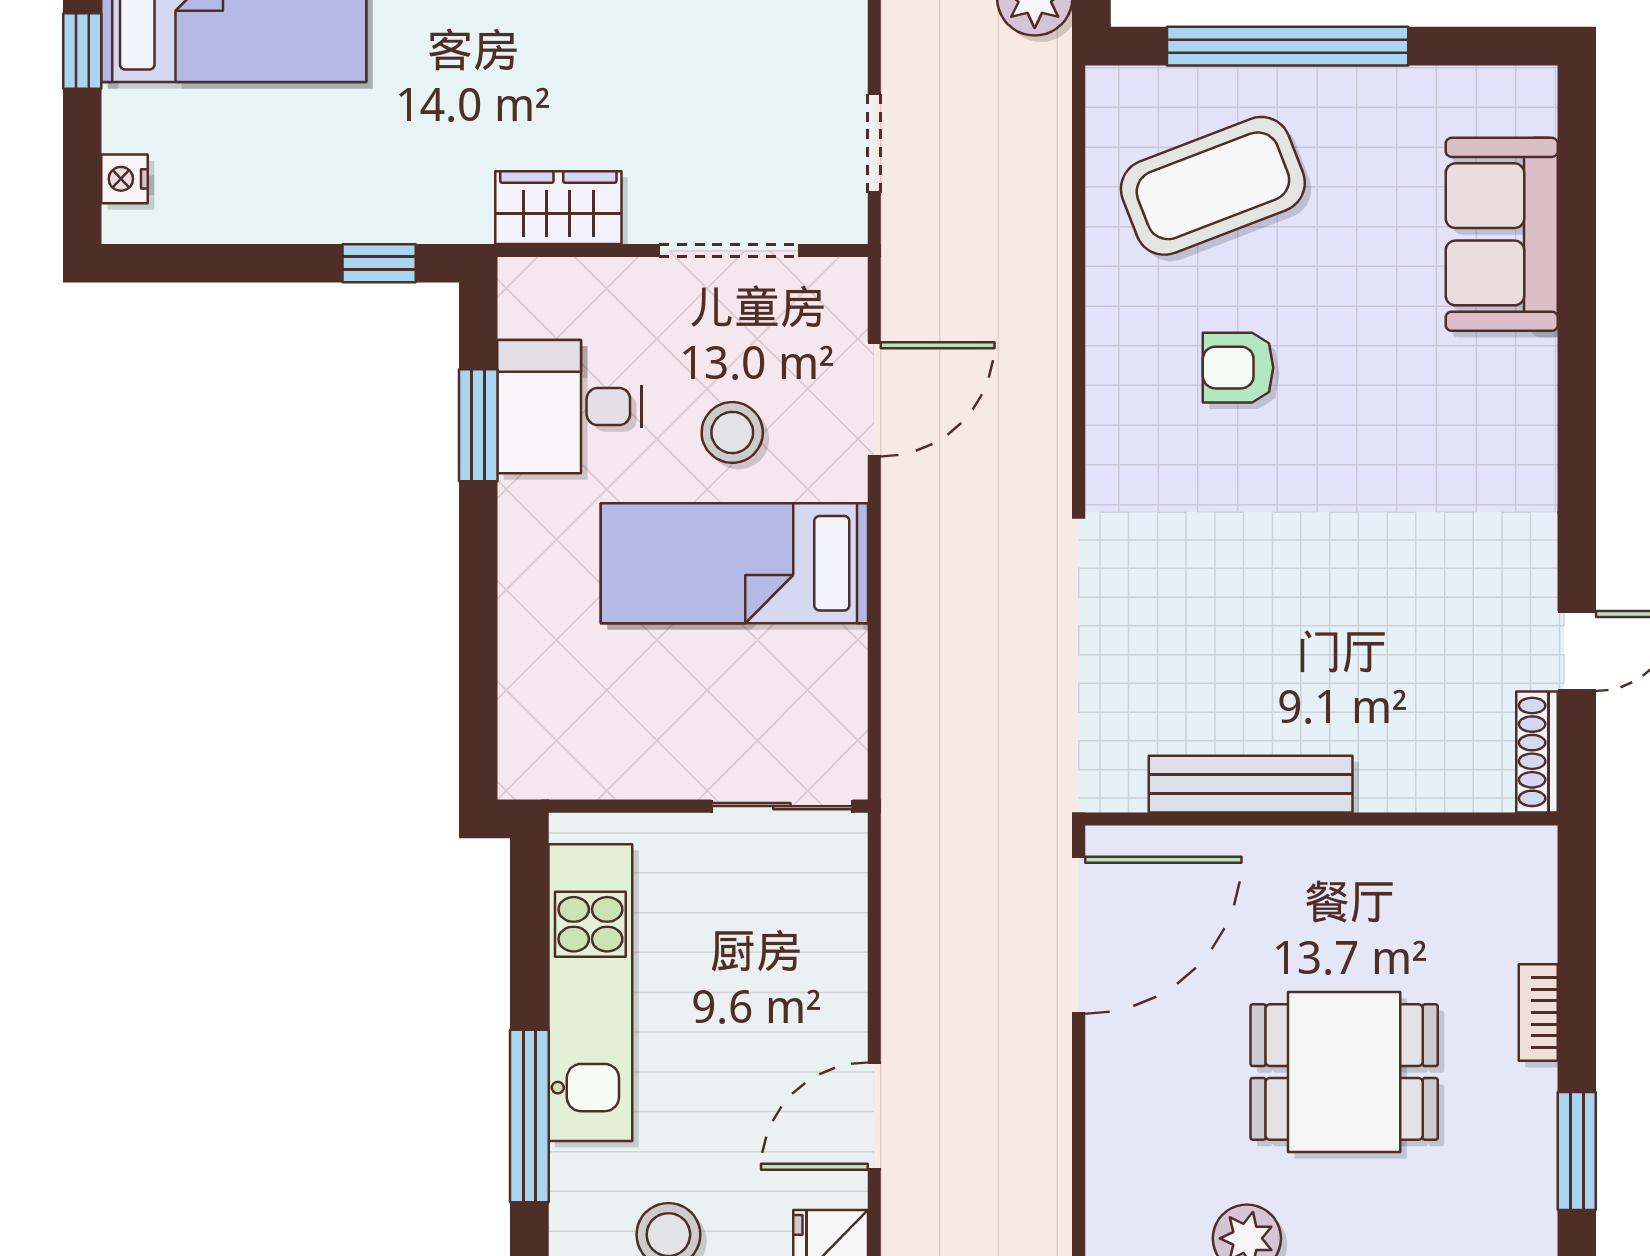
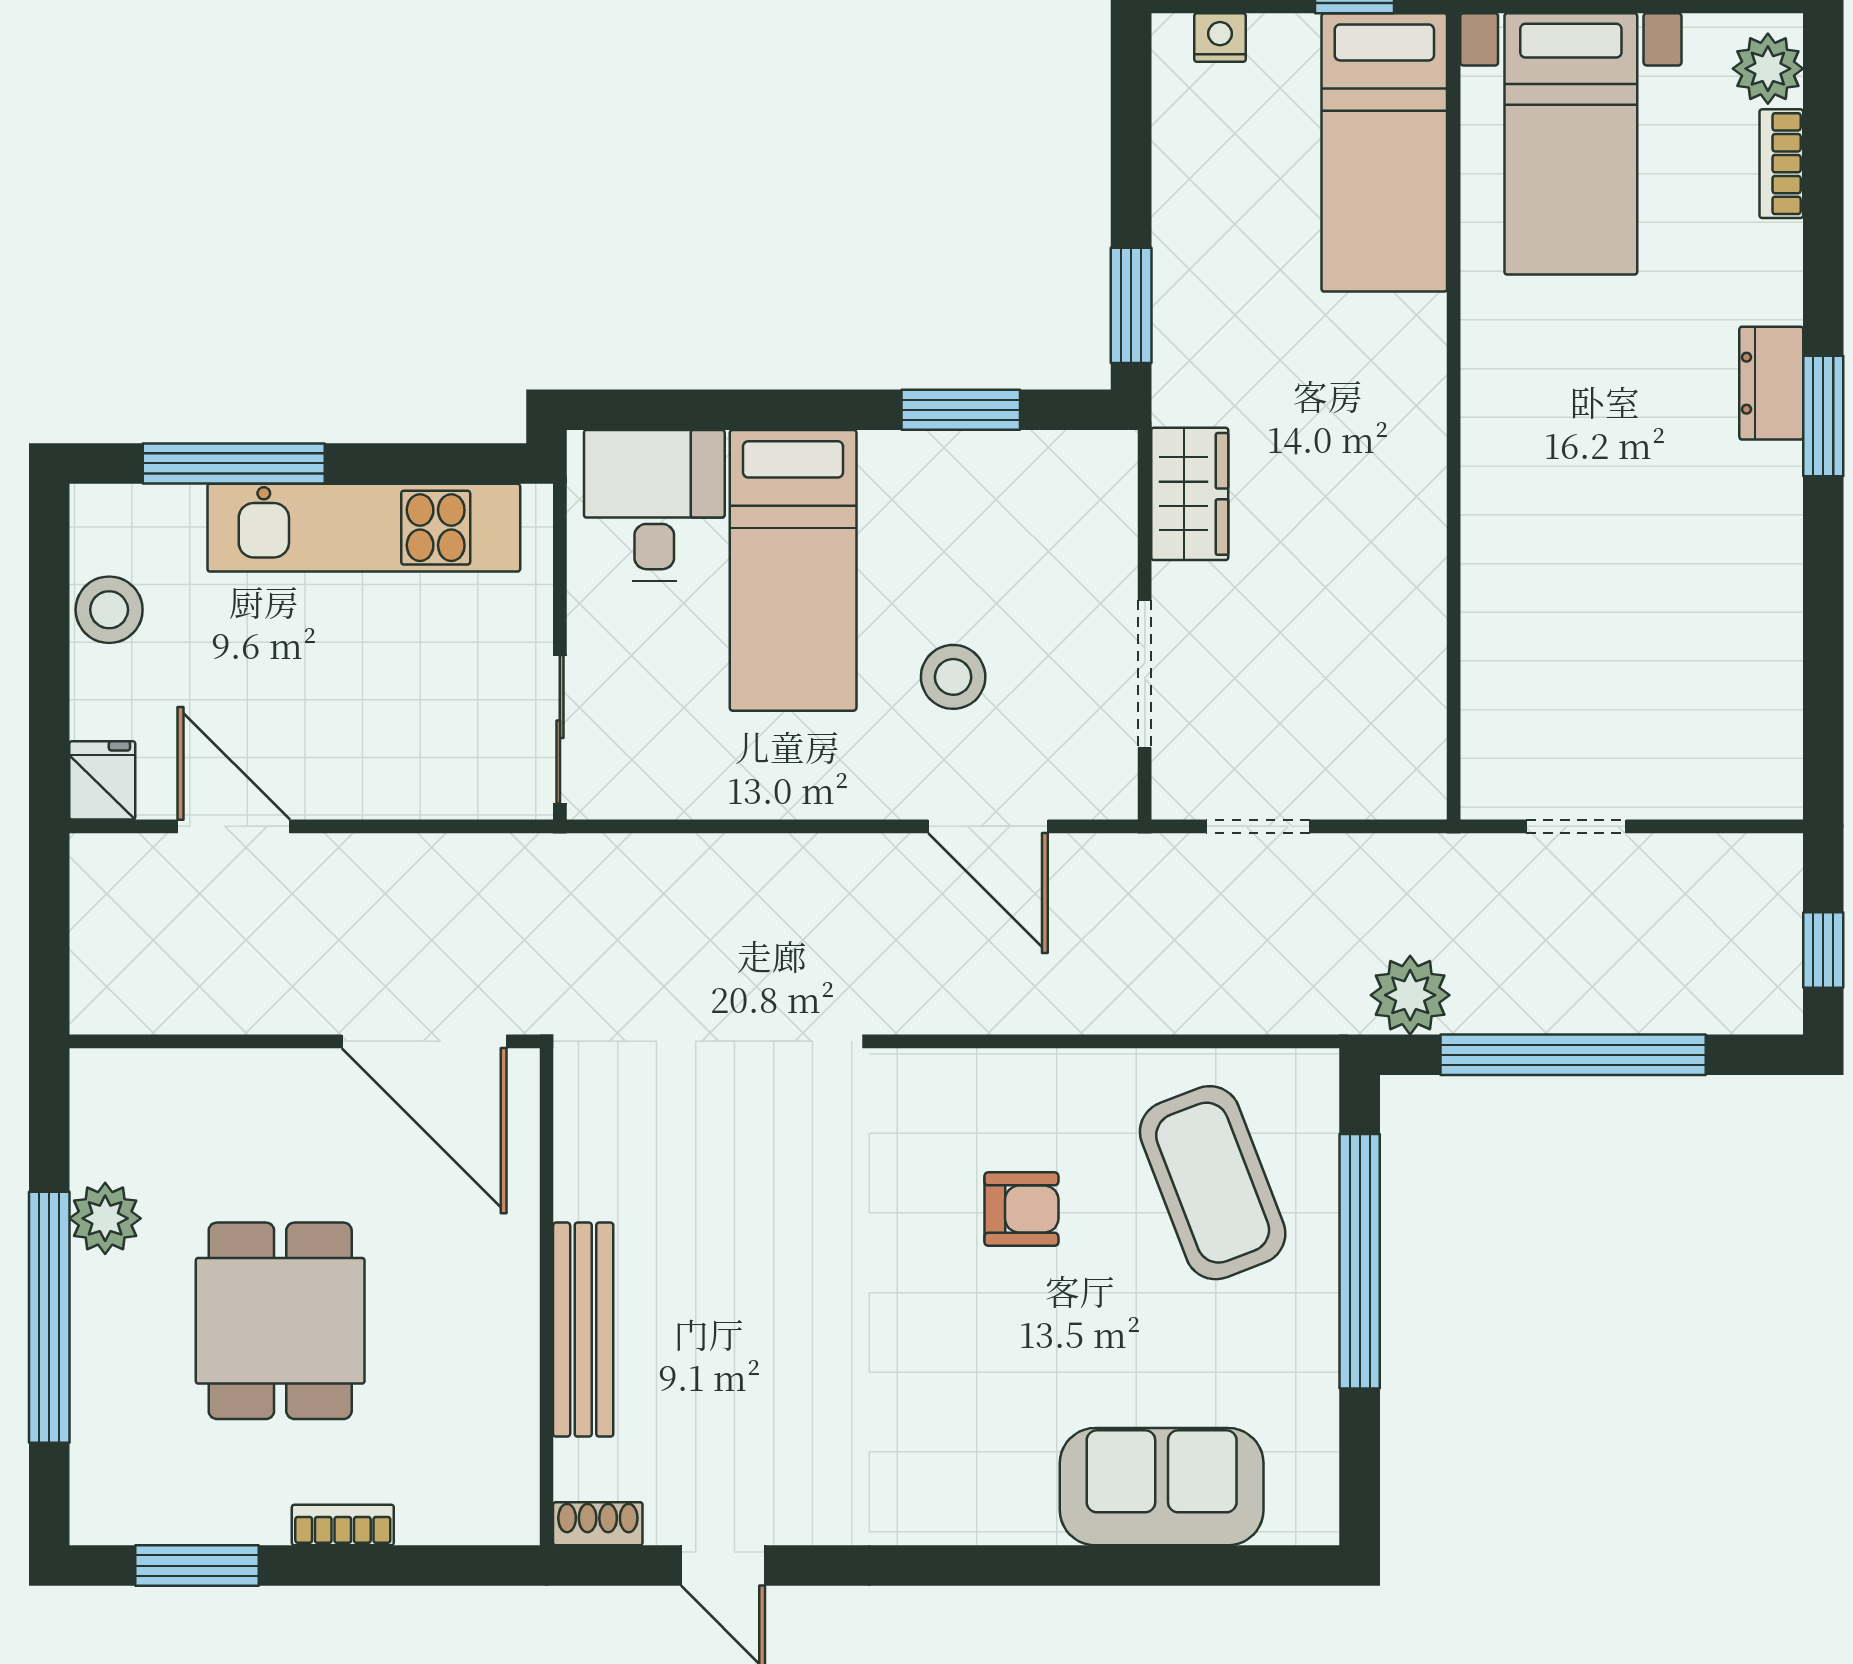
window: (379, 263) -> (1131, 305), width x1.50
armchair: (1238, 368) -> (1021, 1209), turned 90
desk: (569, 407) -> (654, 506), moved
bed: (734, 563) -> (793, 570), moved, turned 180
shoe rack: (1537, 752) -> (598, 1524), width x0.70
bench: (1251, 784) -> (583, 1330), moved

